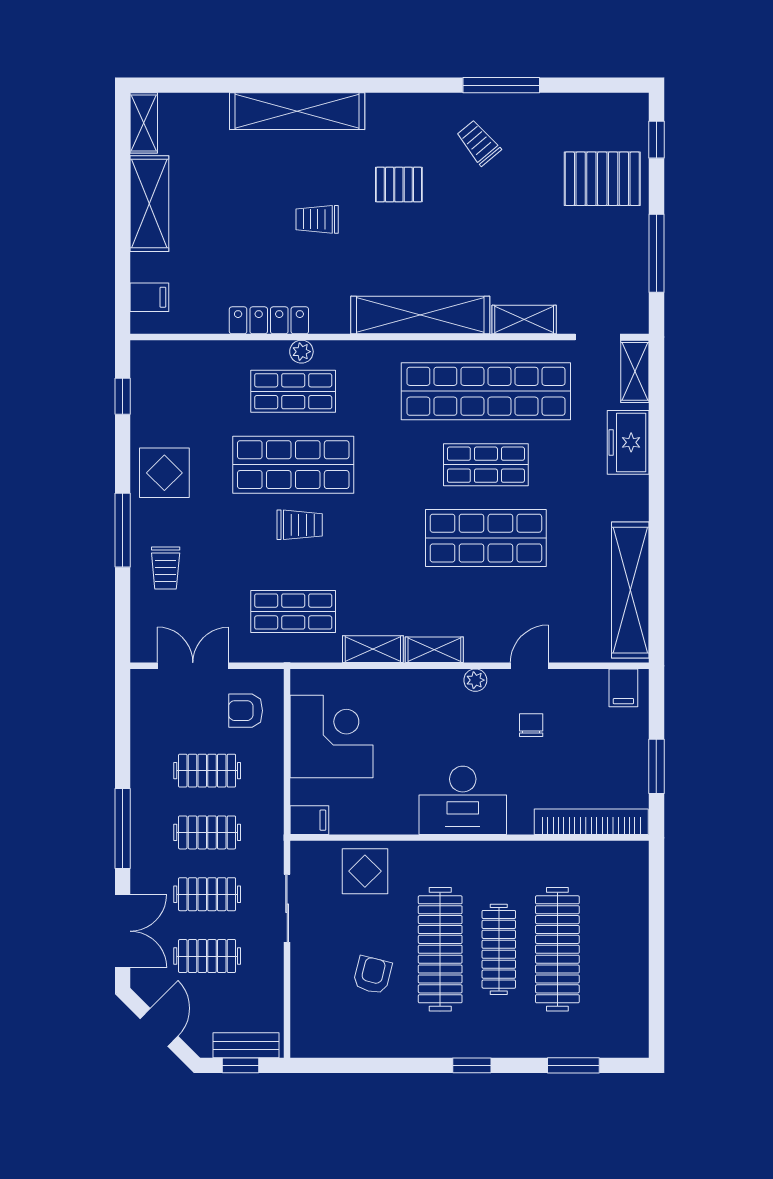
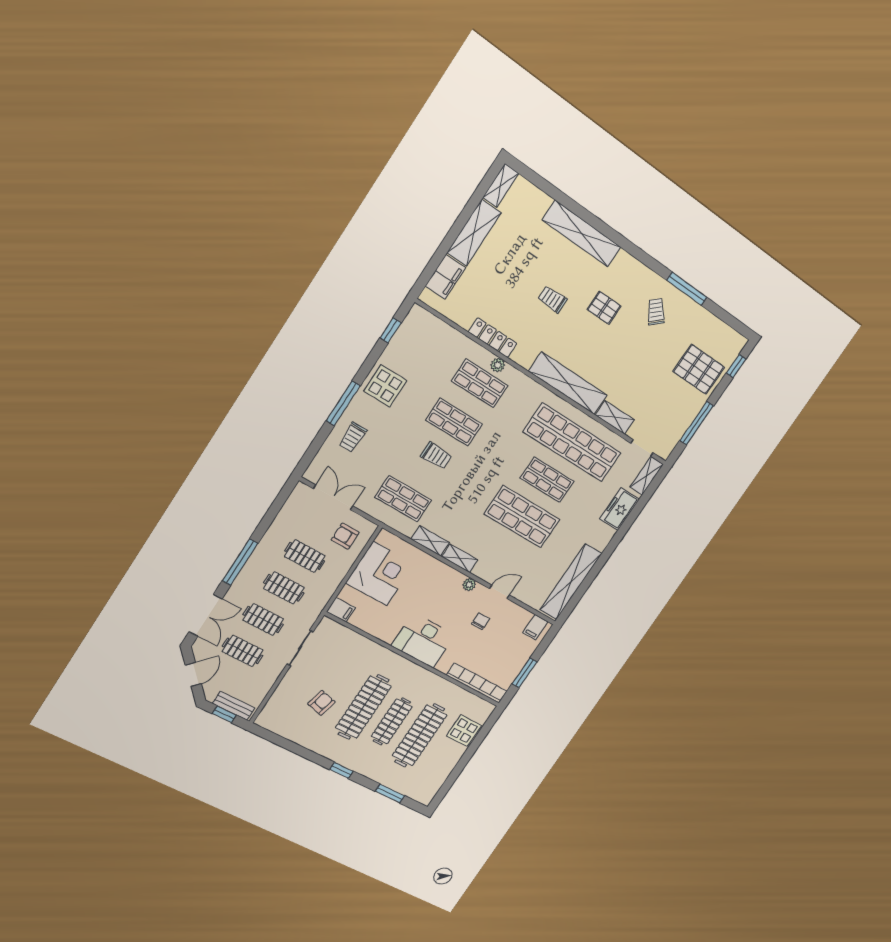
filing cabinet: (149, 297) -> (445, 277), width x2.00
shop shelf: (293, 465) -> (454, 422), width x0.70, depth x0.74
display table: (365, 871) -> (464, 731), moved

